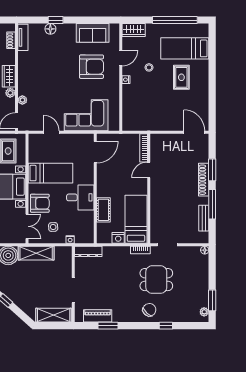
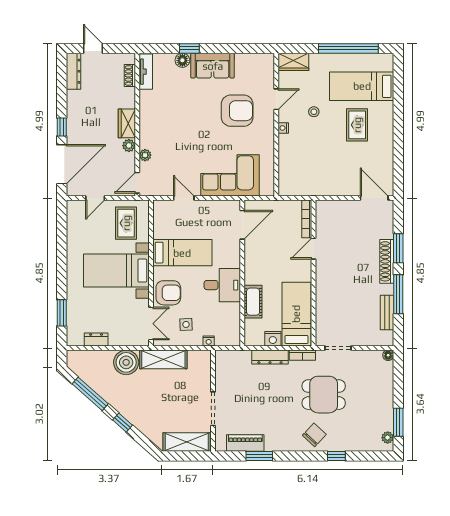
sofa: (93, 33) -> (213, 66), moved
dresser: (88, 251) -> (270, 357), moved

